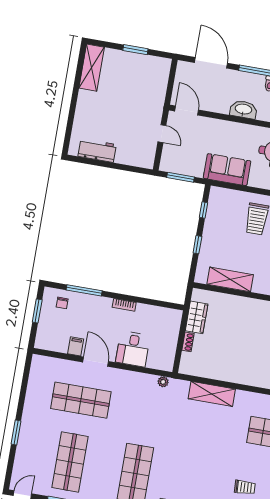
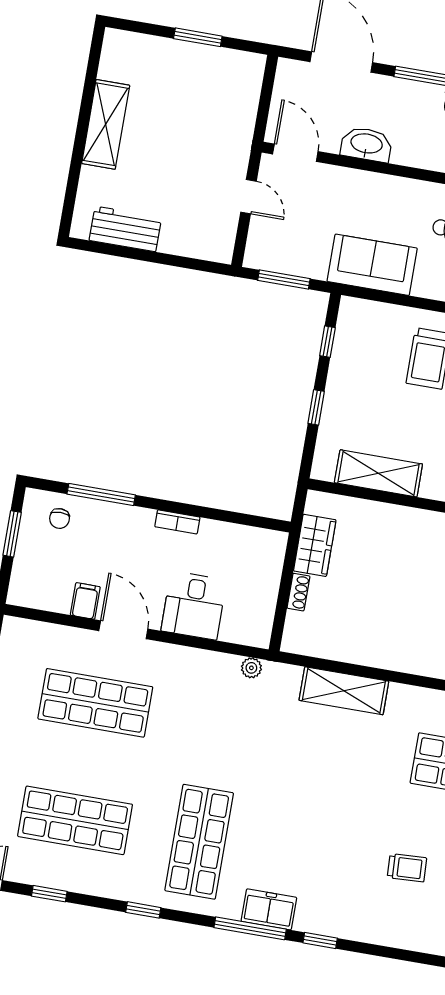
shelving: (92, 68) -> (106, 124), moved
washbasin: (243, 109) -> (366, 144), moved
shop shelf: (70, 462) -> (75, 820), turned 90

